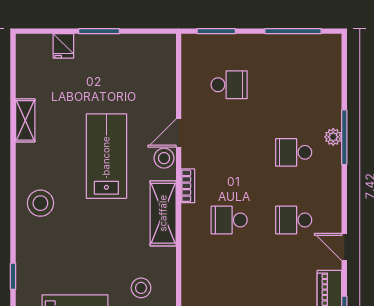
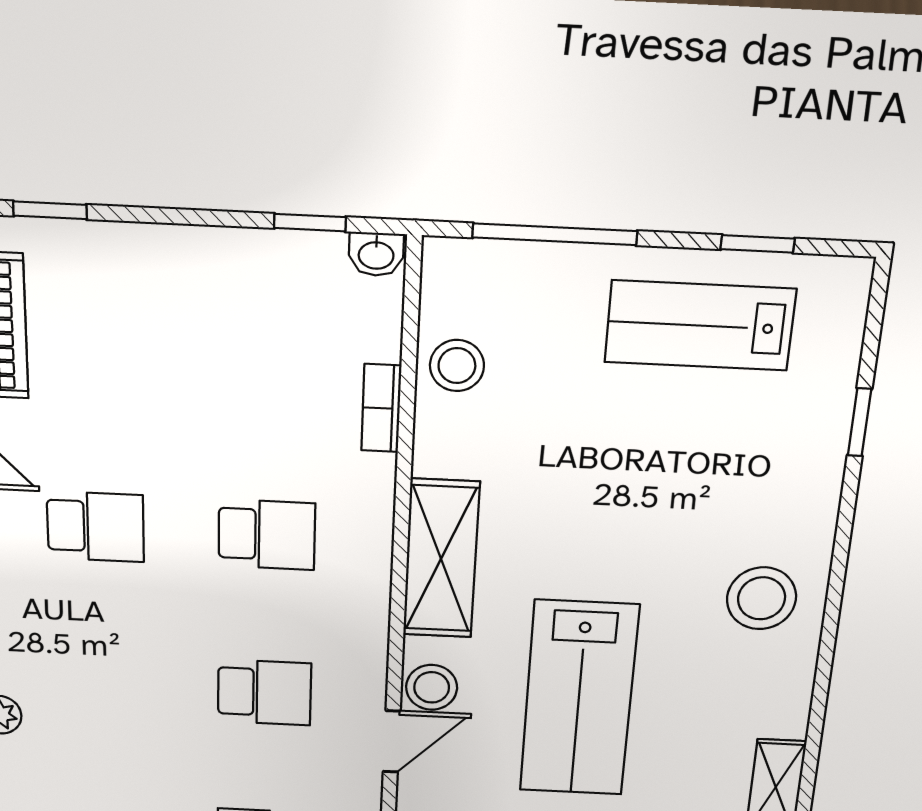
school desk: (294, 152) -> (264, 692), moved
bookcase: (188, 186) -> (381, 408), moved
stool: (141, 288) -> (457, 366), moved

